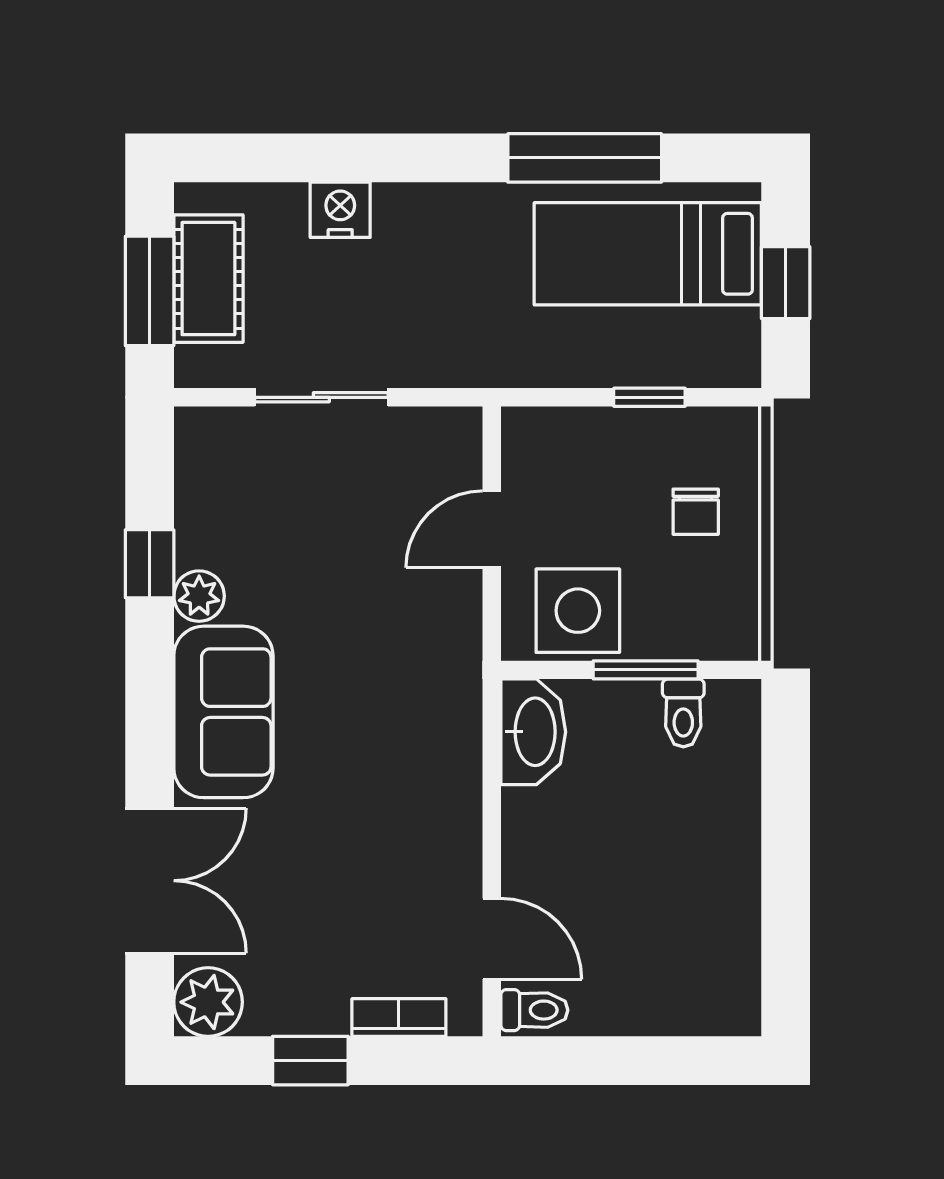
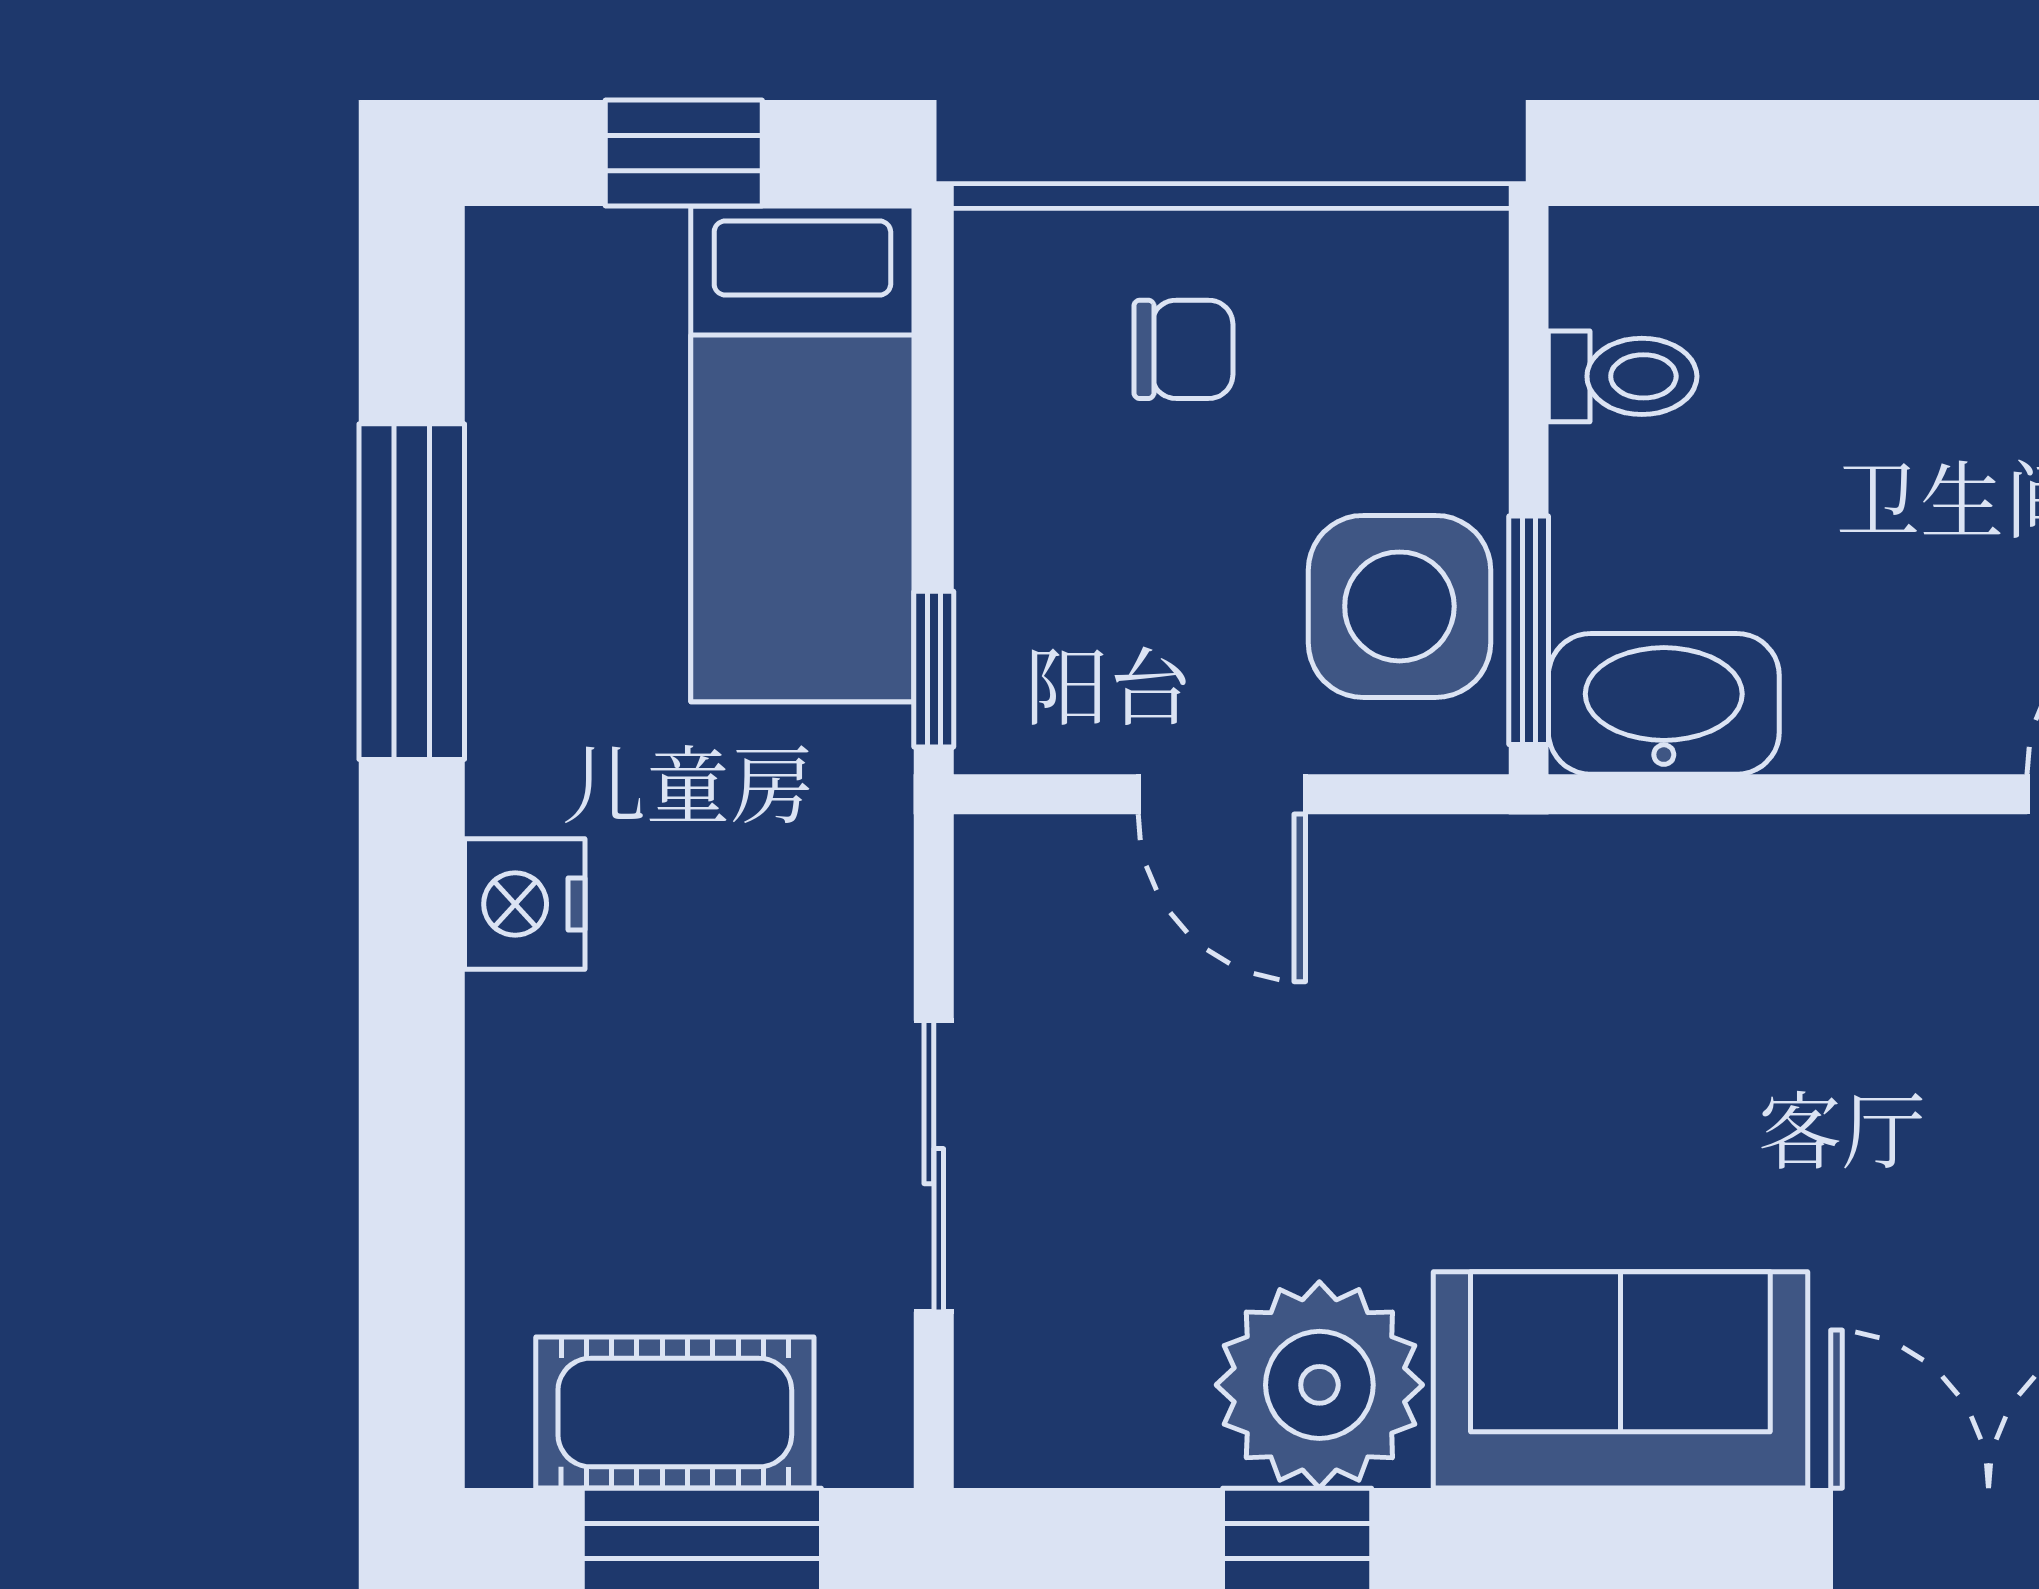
nightstand: (340, 210) -> (525, 904), moved
bed: (648, 254) -> (802, 454), moved
window: (649, 397) -> (934, 669), moved
plant: (199, 596) -> (1319, 1385), width x1.88, depth x1.88
window: (646, 670) -> (1529, 630), moved

